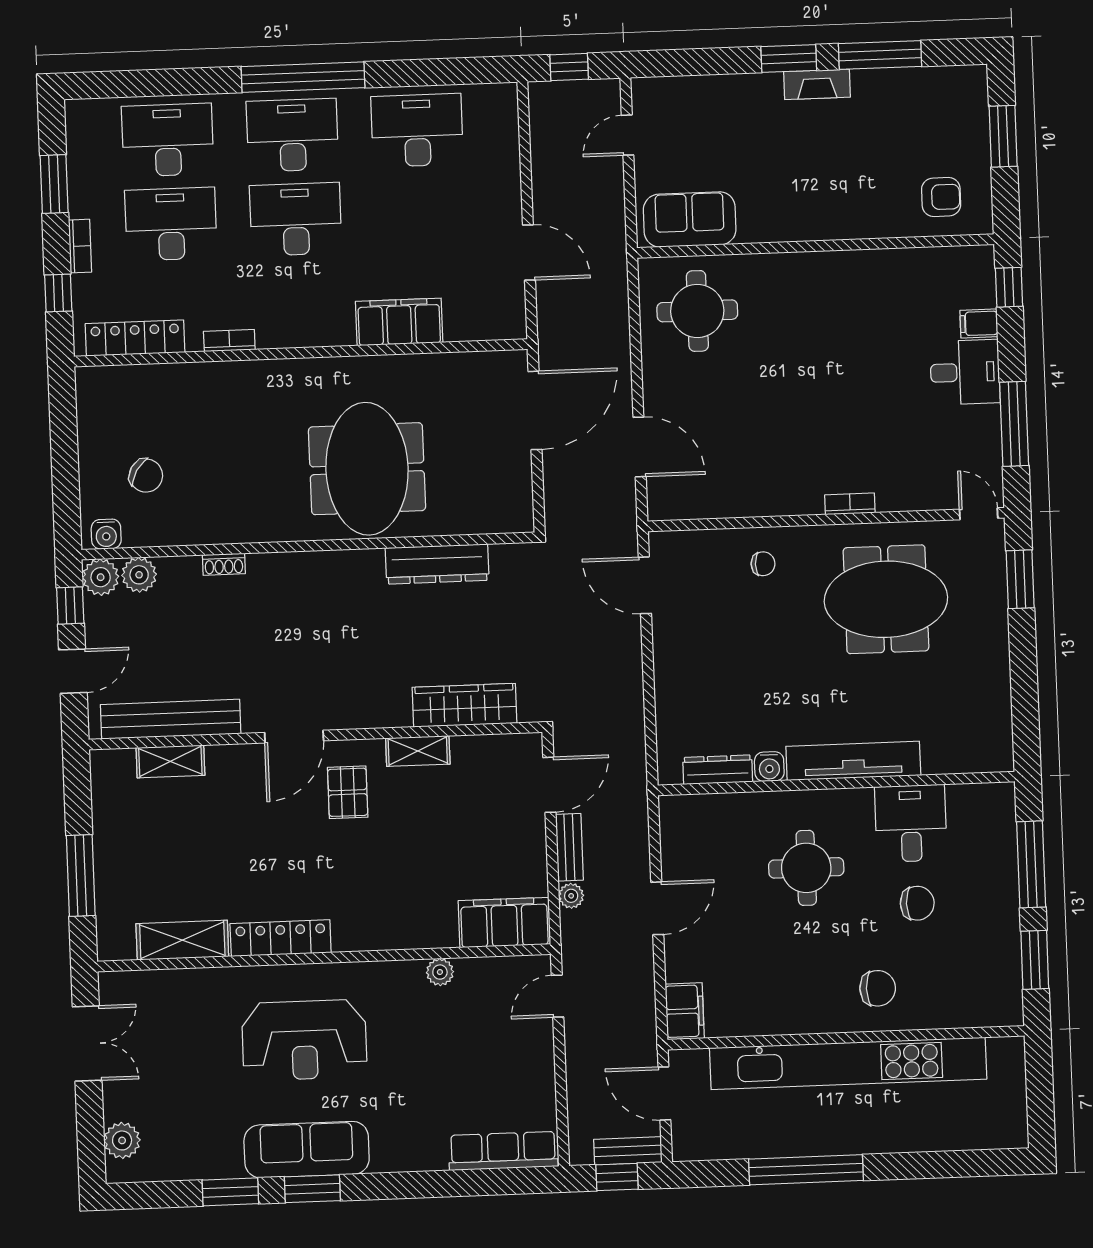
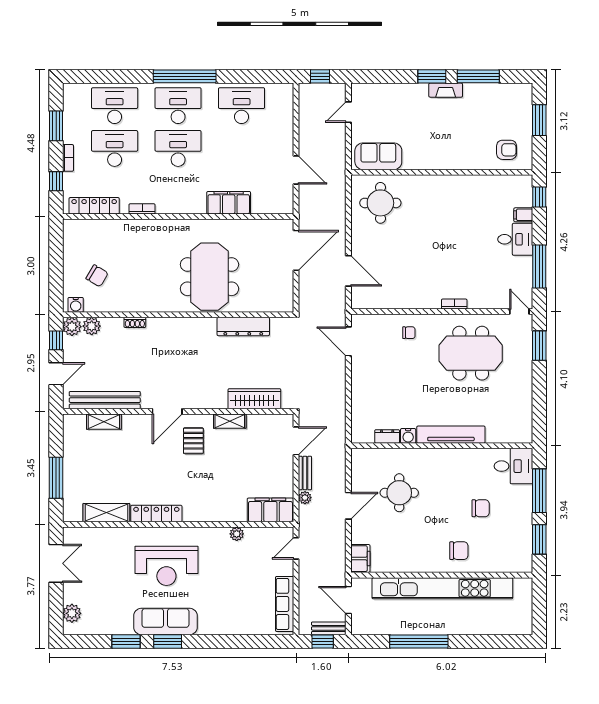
dresser: (718, 770) -> (387, 436), width x0.70
desk: (911, 823) -> (513, 466), moved, turned 90
round table: (806, 868) -> (399, 493), moved
row of seats: (503, 1151) -> (285, 604), moved, turned -90

